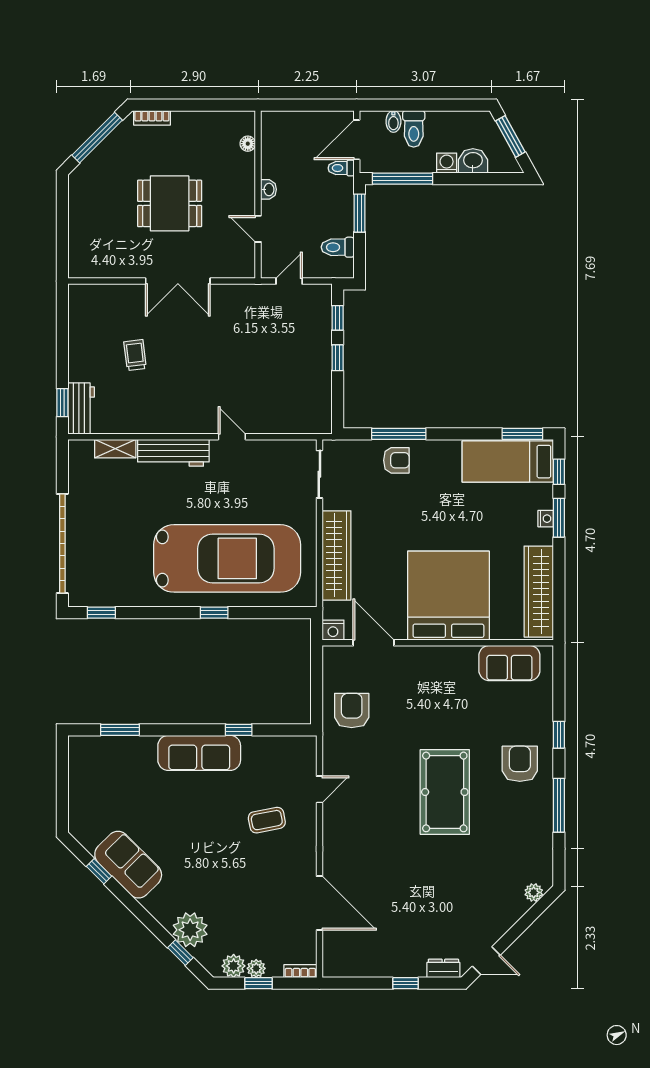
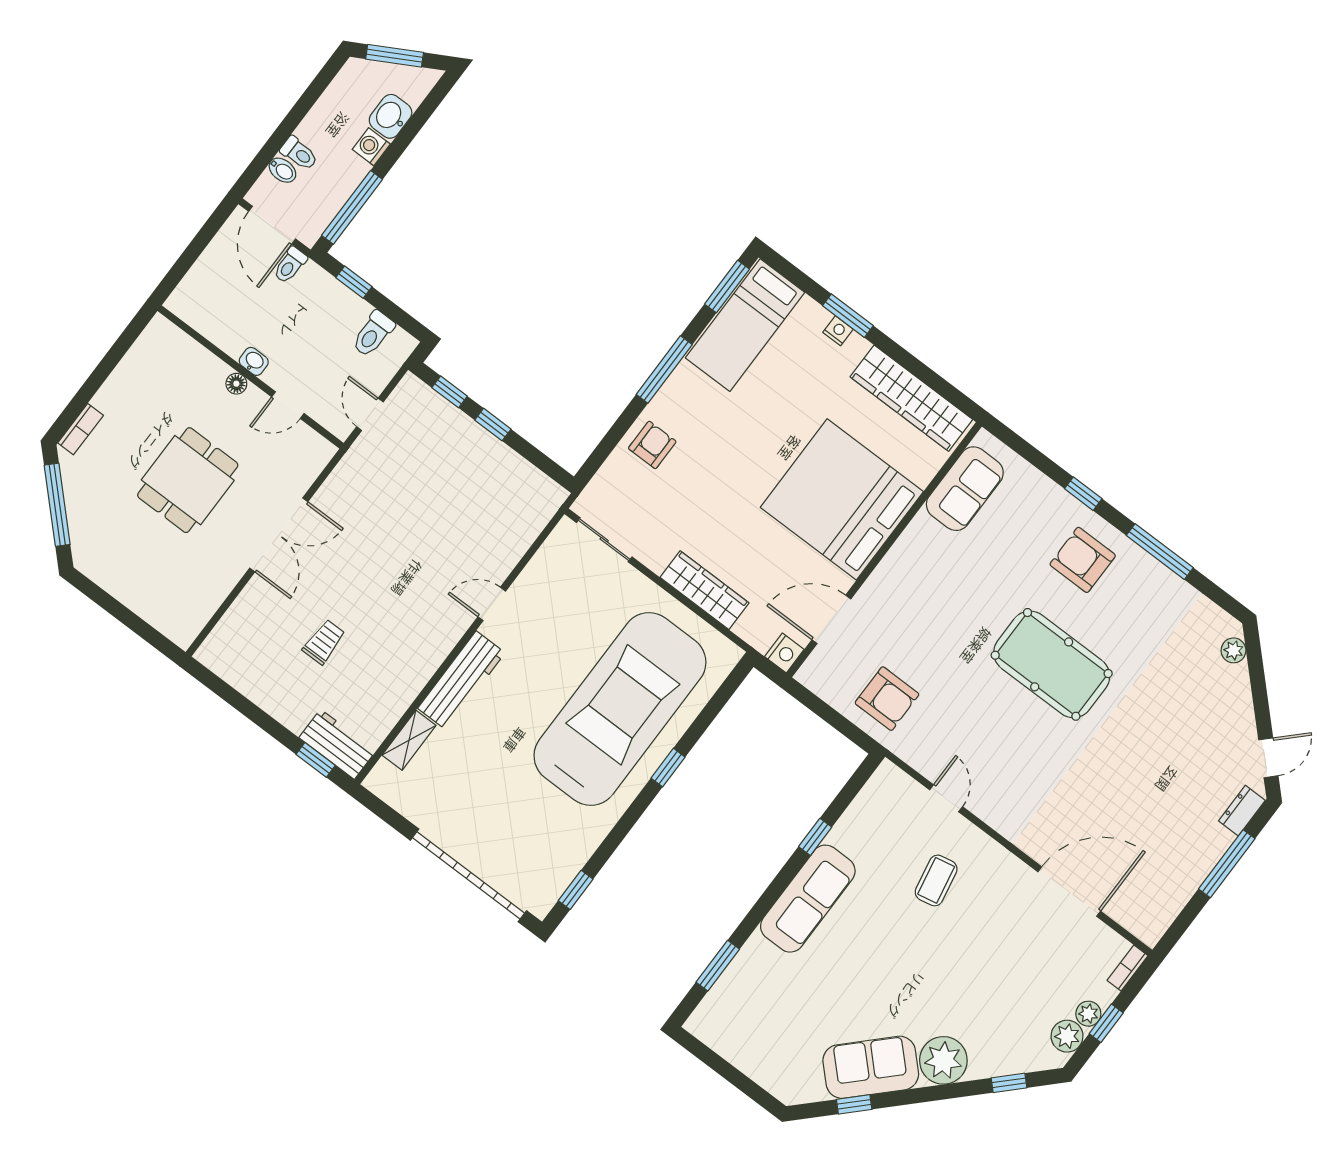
toilet: (414, 129) -> (299, 153), width x0.73, depth x0.72
floor lamp: (248, 144) -> (236, 384), moved
window: (359, 213) -> (354, 282), width x0.67
trolley: (135, 355) -> (324, 642), turned 97
window: (399, 434) -> (664, 370), moved
window: (559, 472) -> (798, 278), removed
wardrobe: (336, 555) -> (705, 590), width x0.71, depth x0.85
armchair: (352, 711) -> (887, 699), turned 180
plant: (190, 930) -> (943, 1060), moved
window: (406, 983) -> (1227, 864), width x2.17

